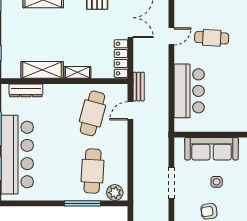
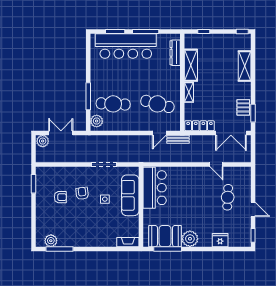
cafe table: (212, 38) -> (228, 197), moved
bar counter: (189, 91) -> (155, 188), moved, turned -90
door: (130, 111) -> (159, 133), swing flipped

